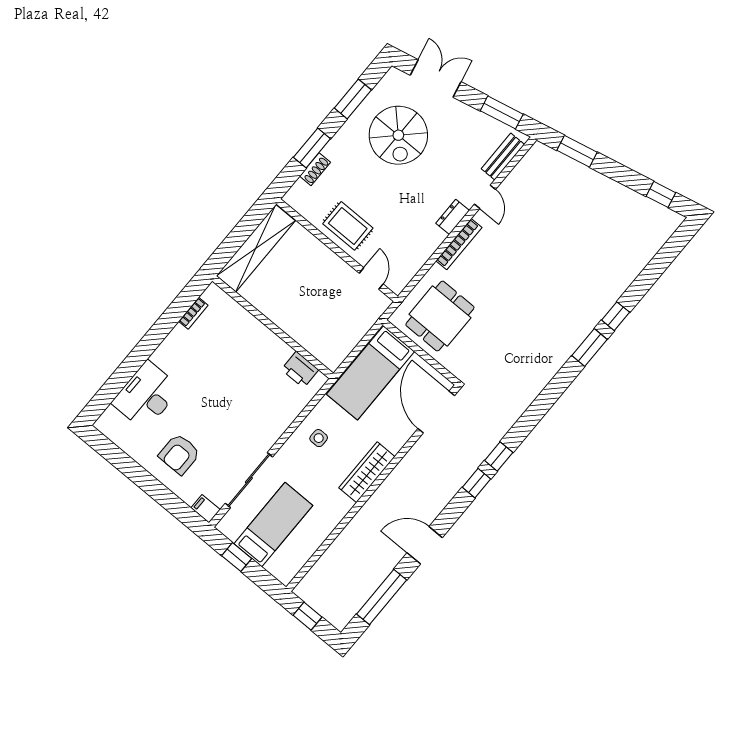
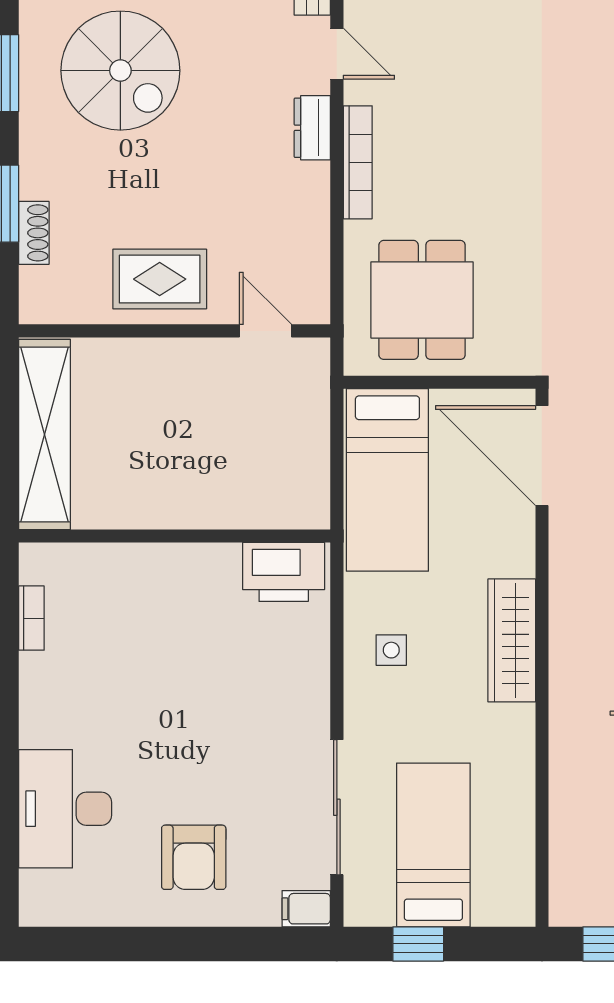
printer: (300, 370) -> (284, 572), width x1.37, depth x1.19

